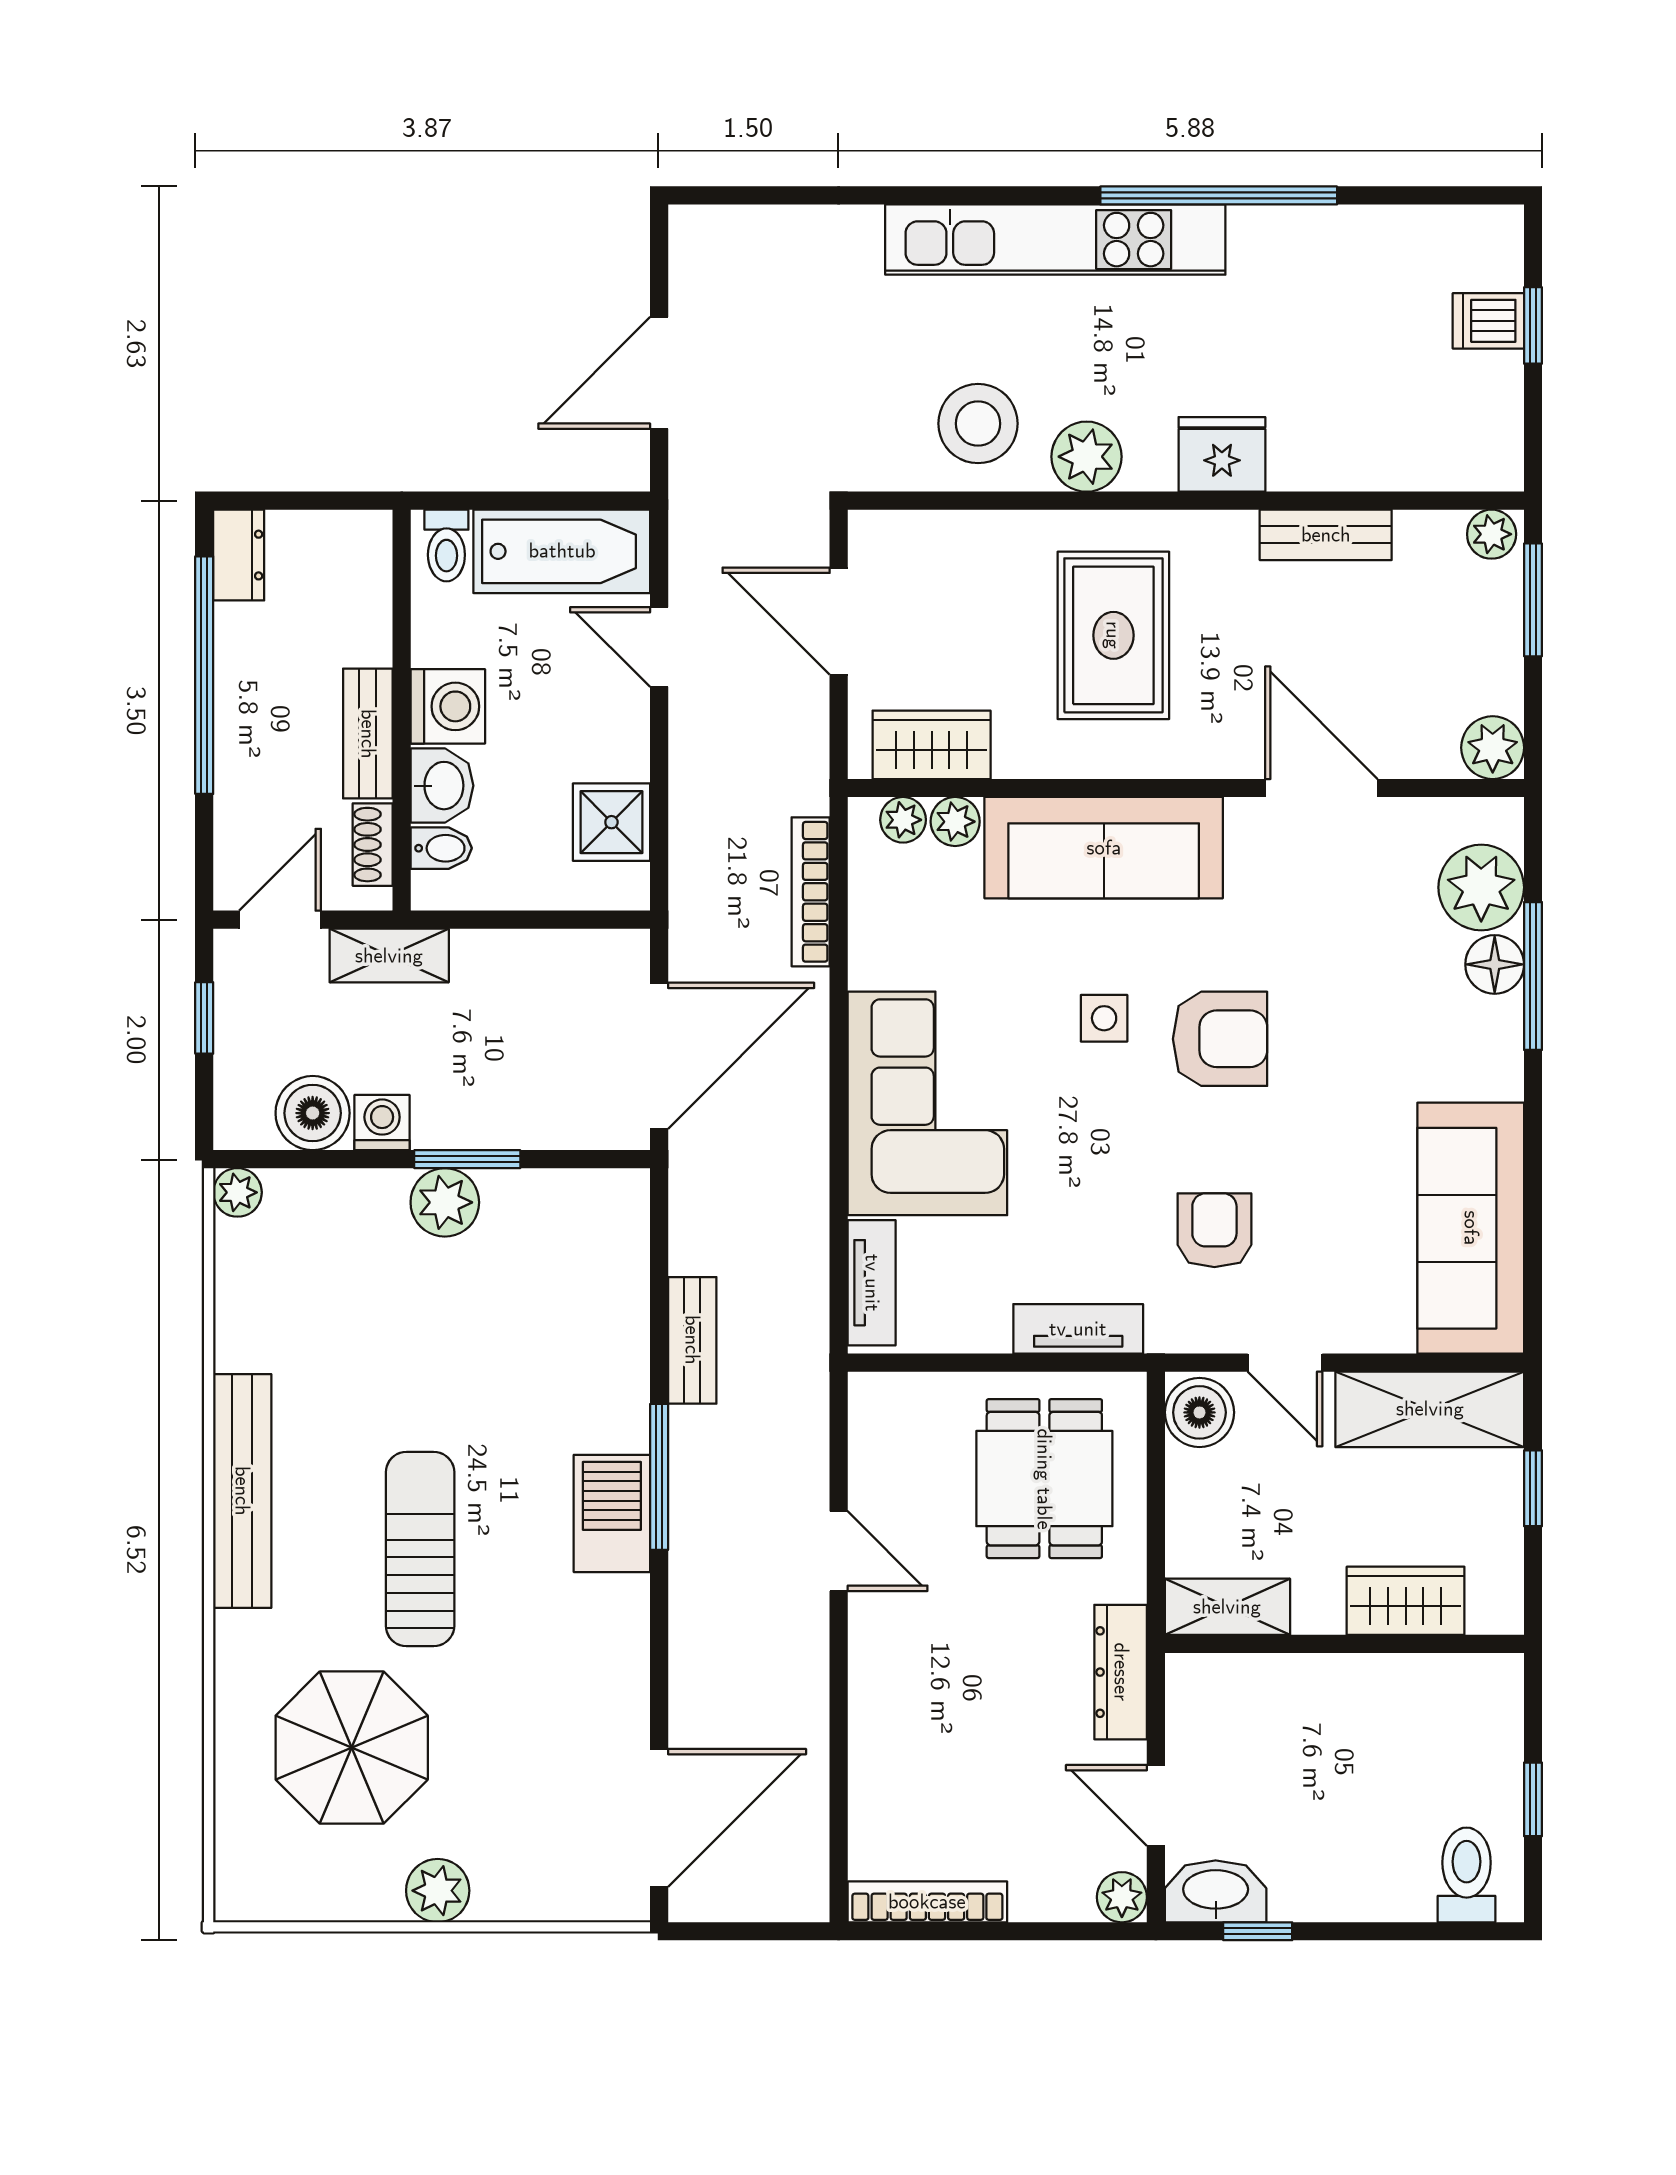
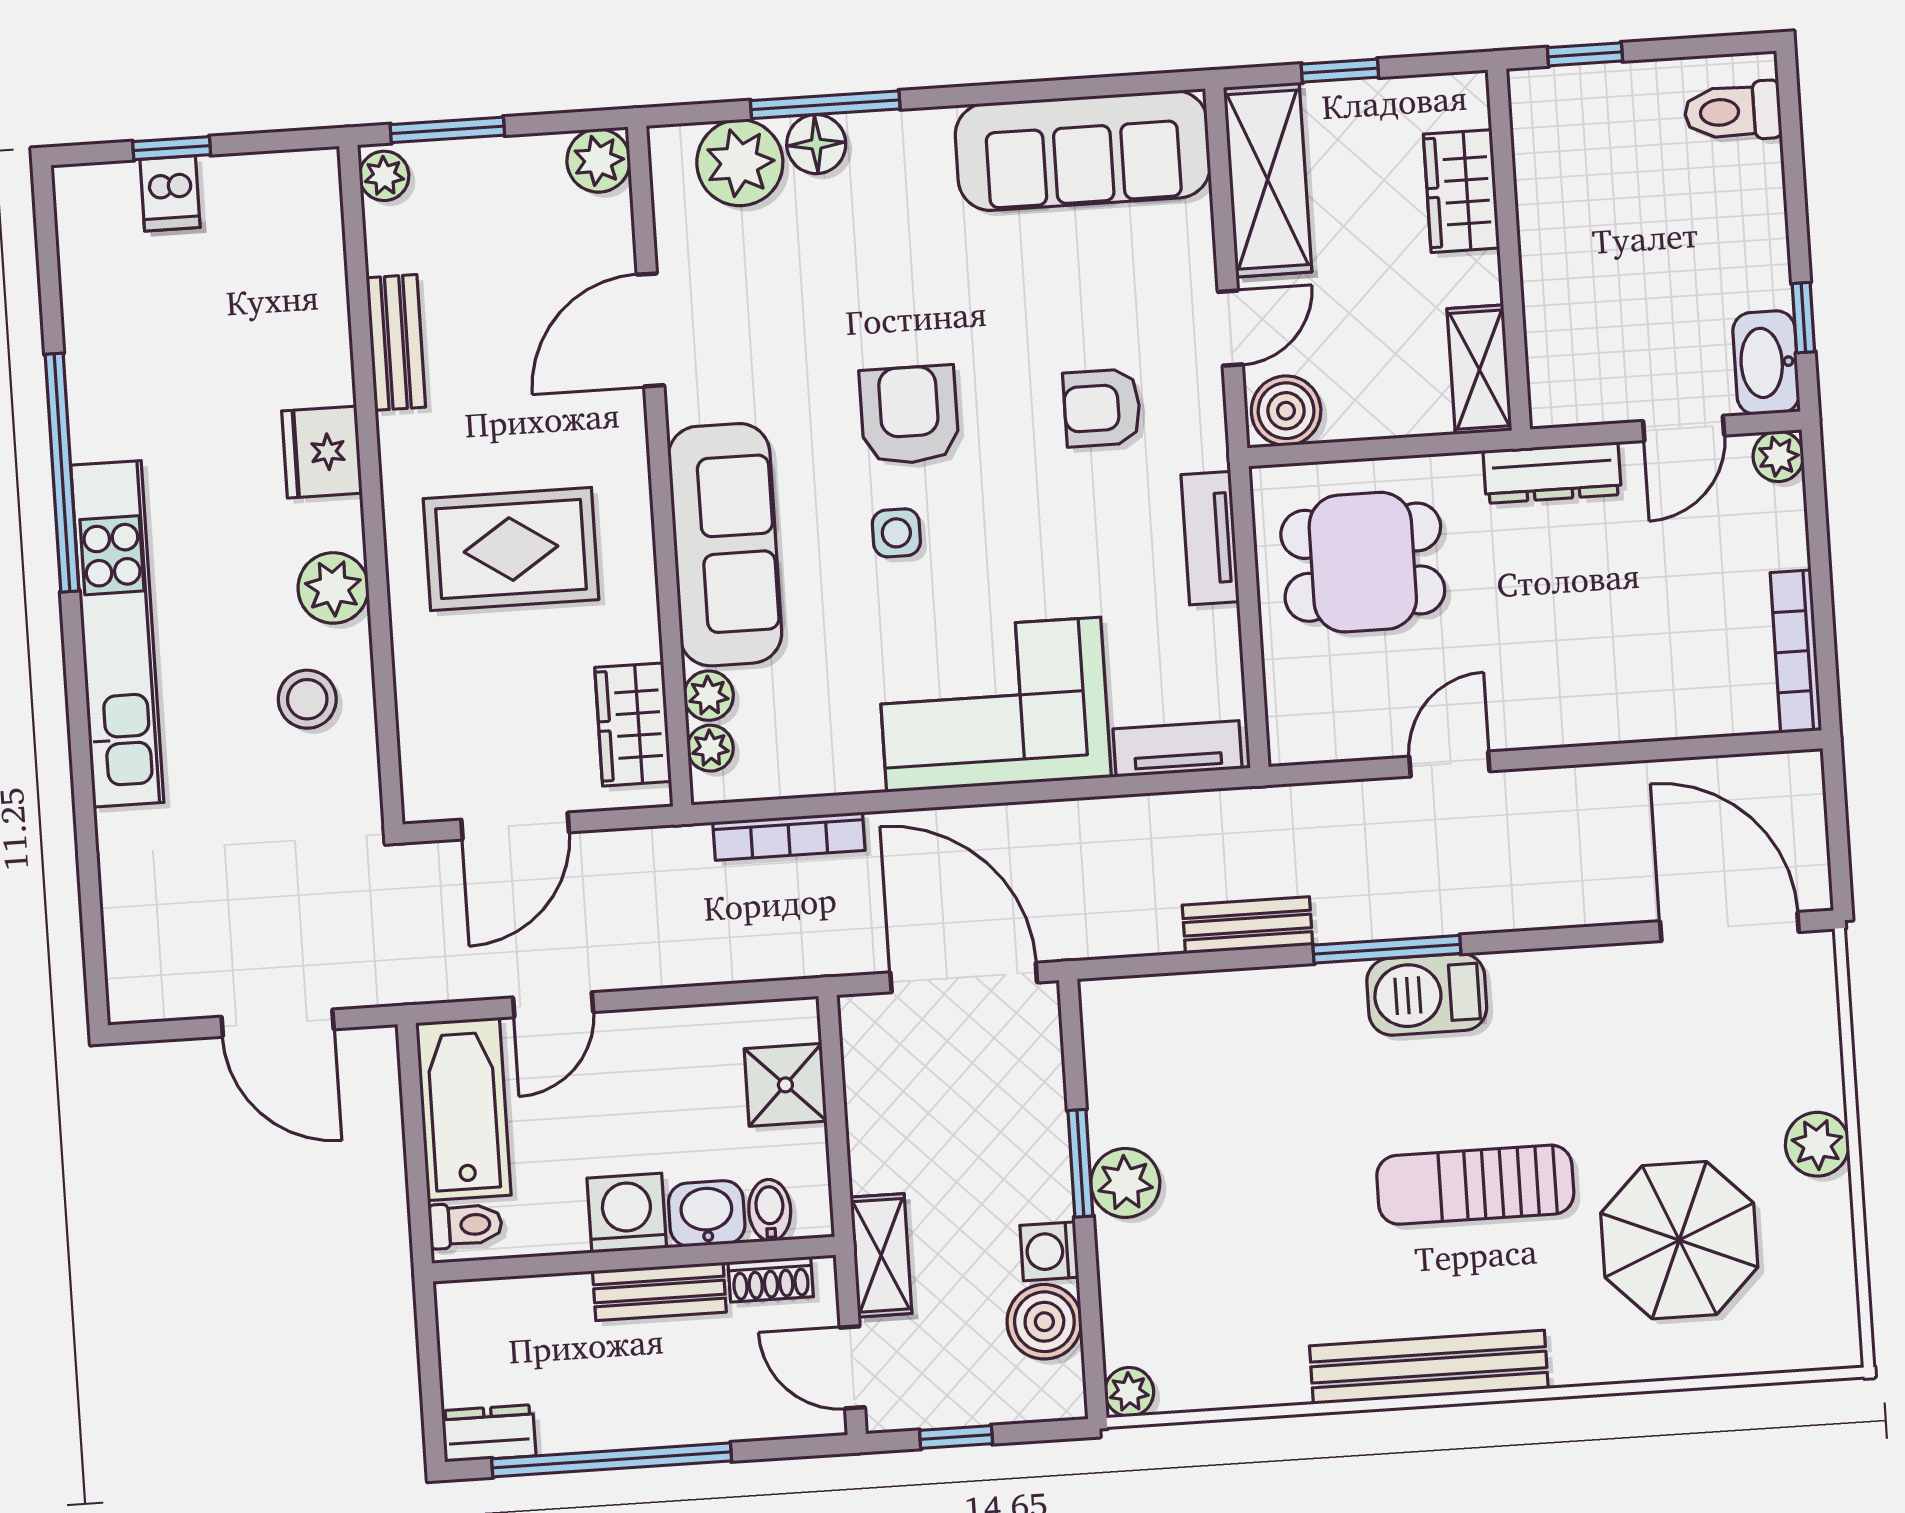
stool: (978, 424) -> (307, 699), width x0.73, depth x0.73
shower: (611, 822) -> (785, 1085), moved
window: (1533, 1799) -> (1585, 54), moved

